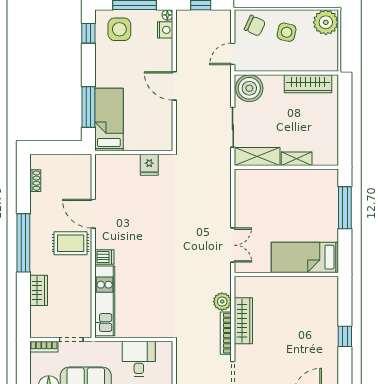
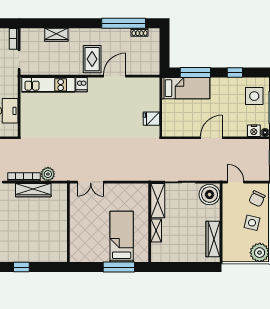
window: (88, 33) -> (235, 72), moved
window: (23, 243) -> (124, 23), moved
bed: (305, 257) -> (122, 237), moved

